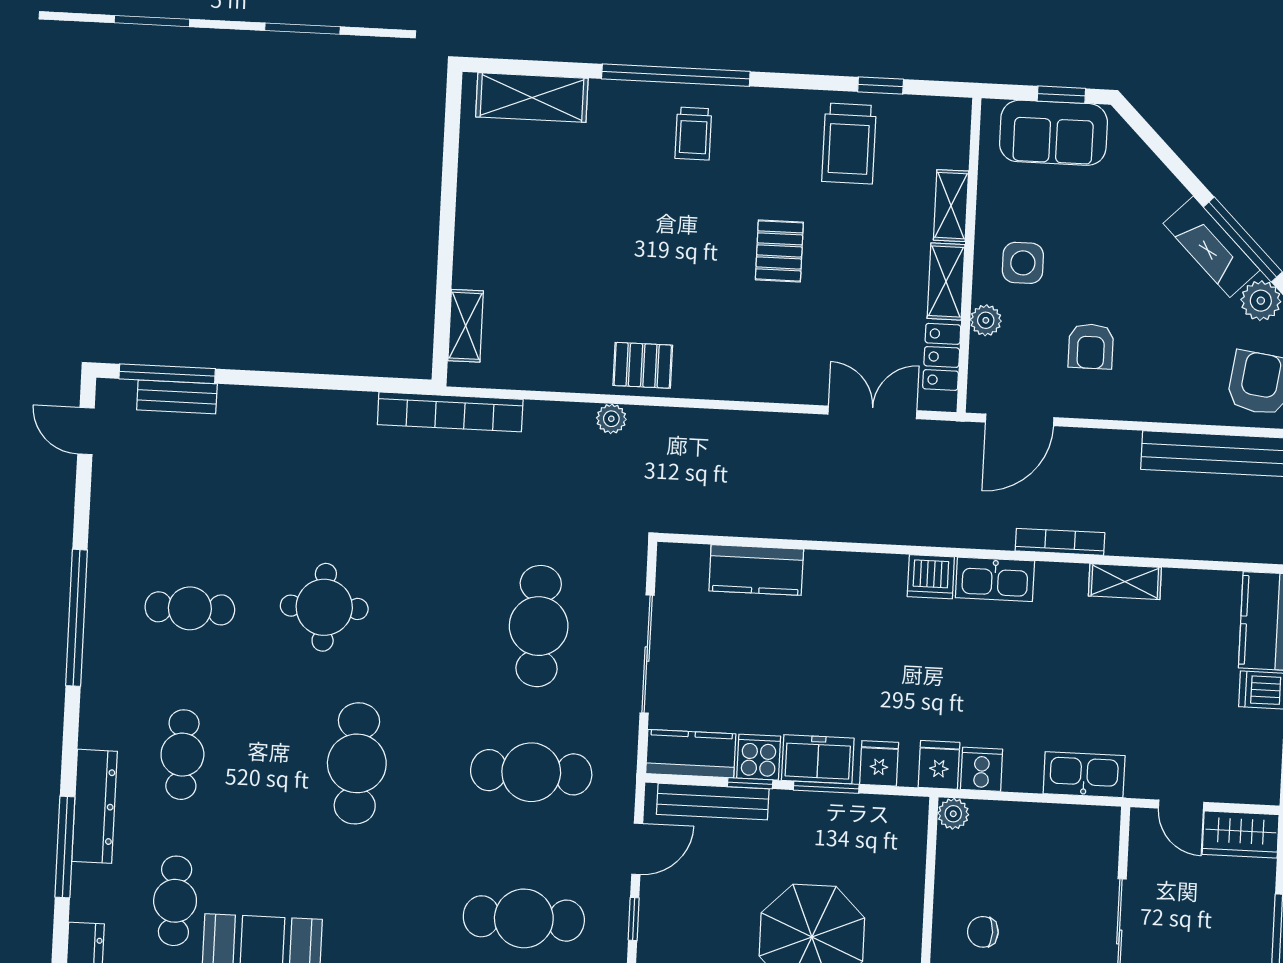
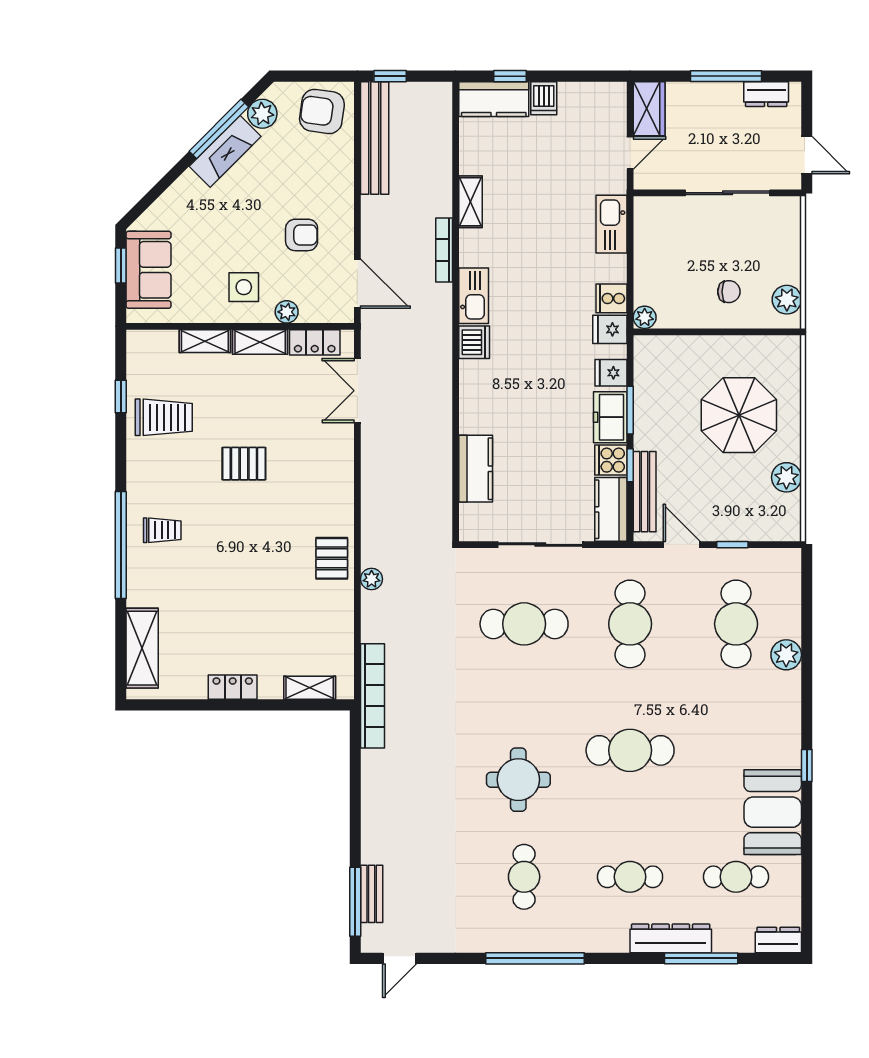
locker: (472, 220) -> (233, 687), added
chair: (983, 932) -> (729, 292), turned -90

